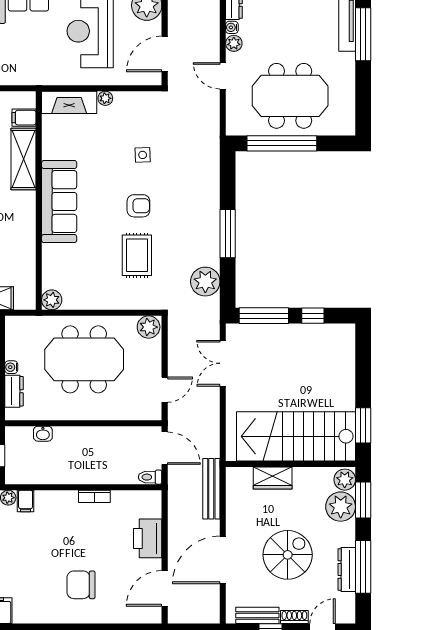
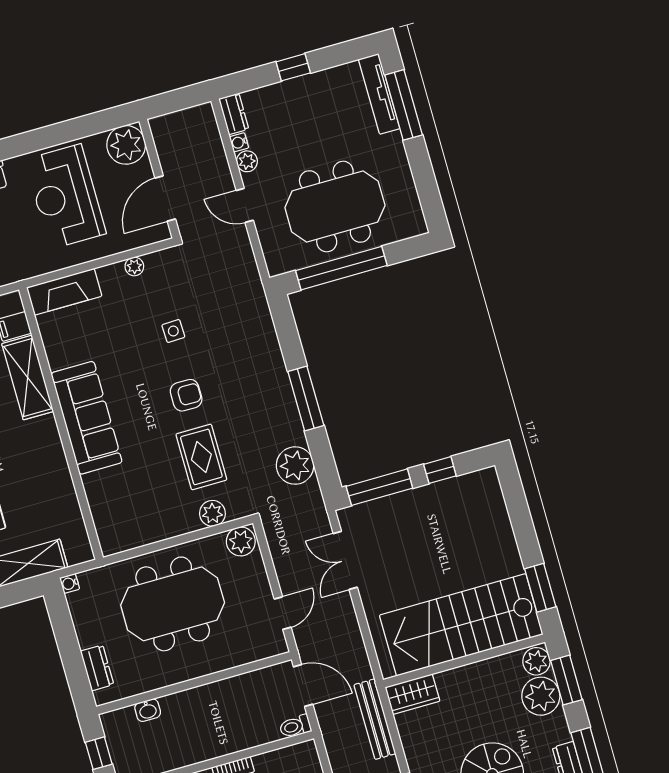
plant: (105, 98) -> (134, 267), moved
plant: (52, 300) -> (212, 513), moved
water cooler: (11, 367) -> (70, 583), moved
wardrobe: (273, 478) -> (412, 694), moved

